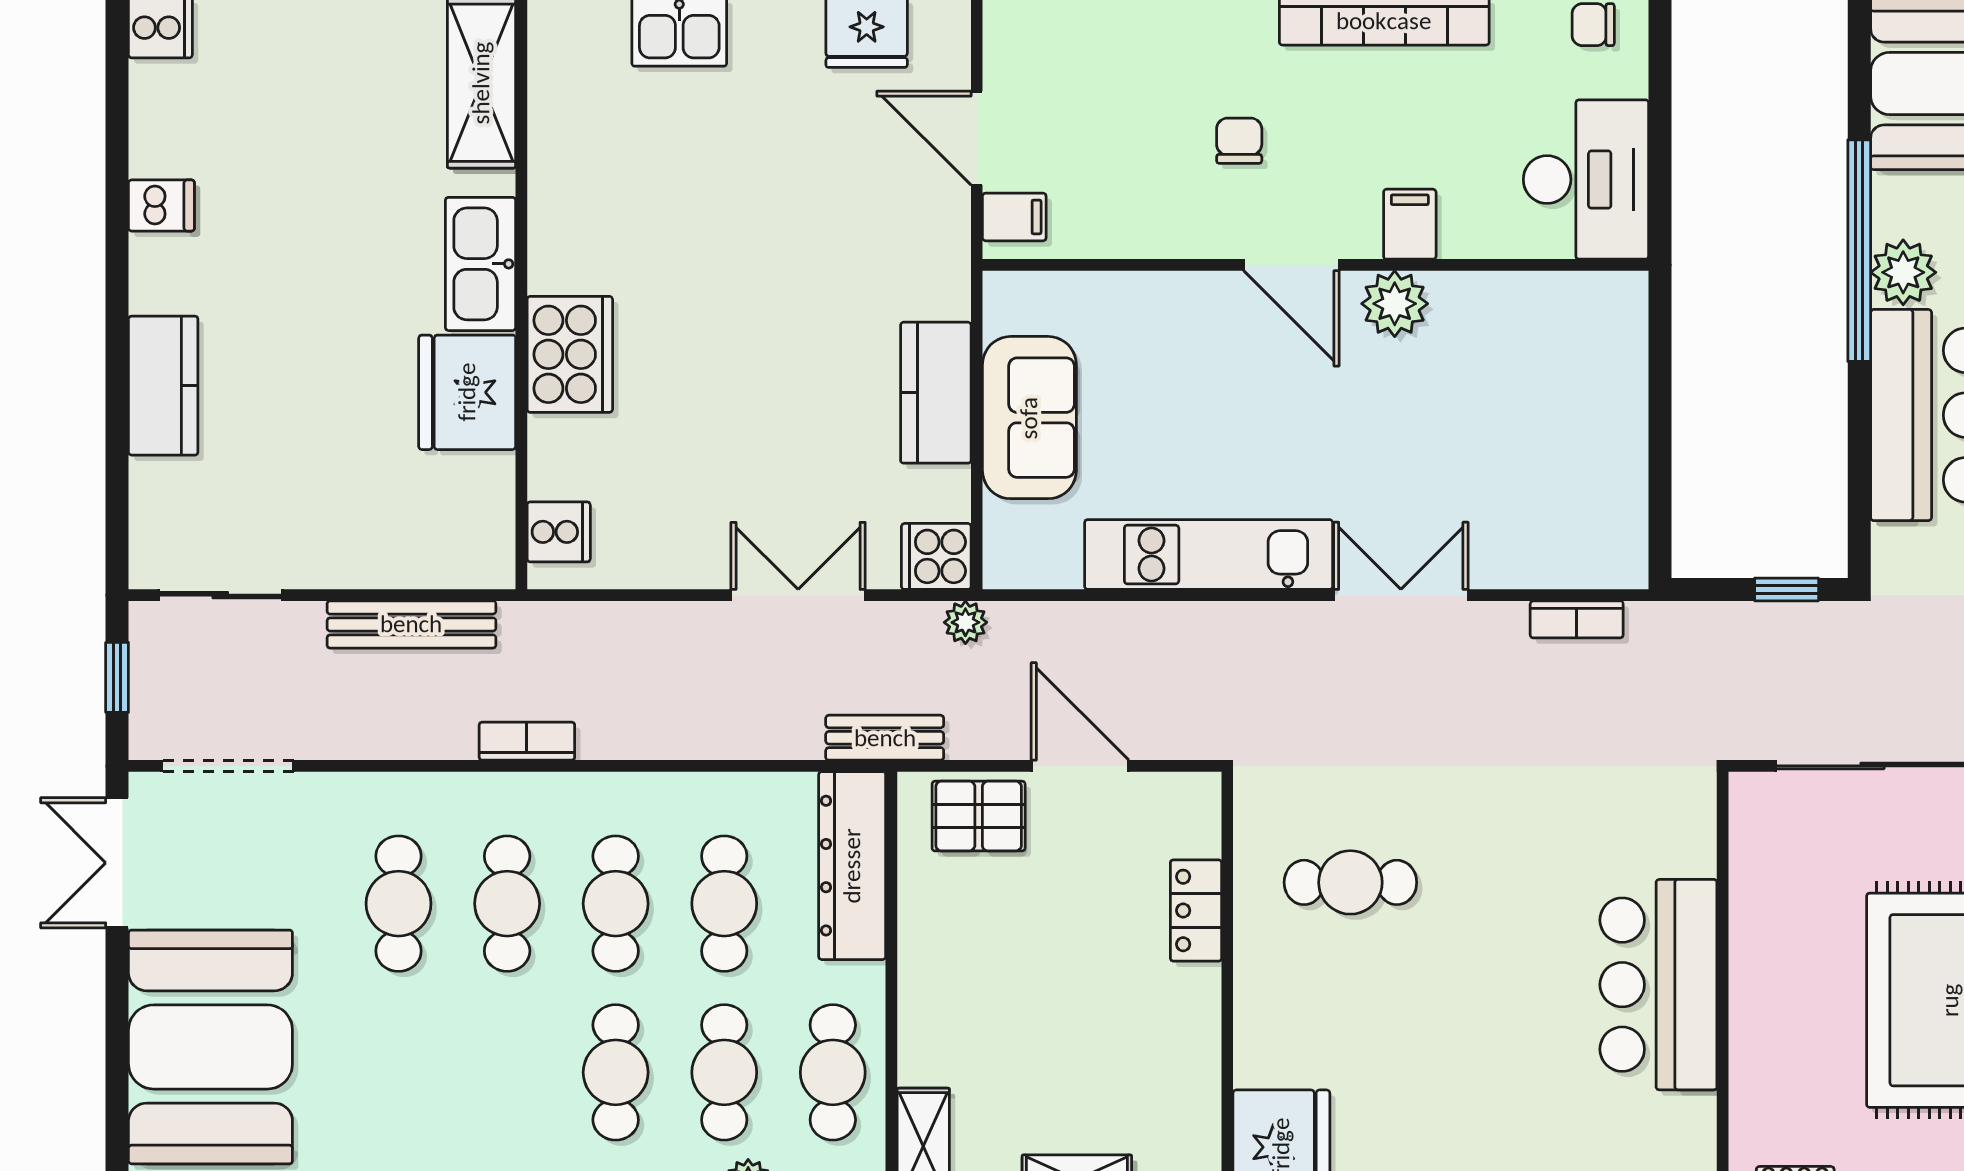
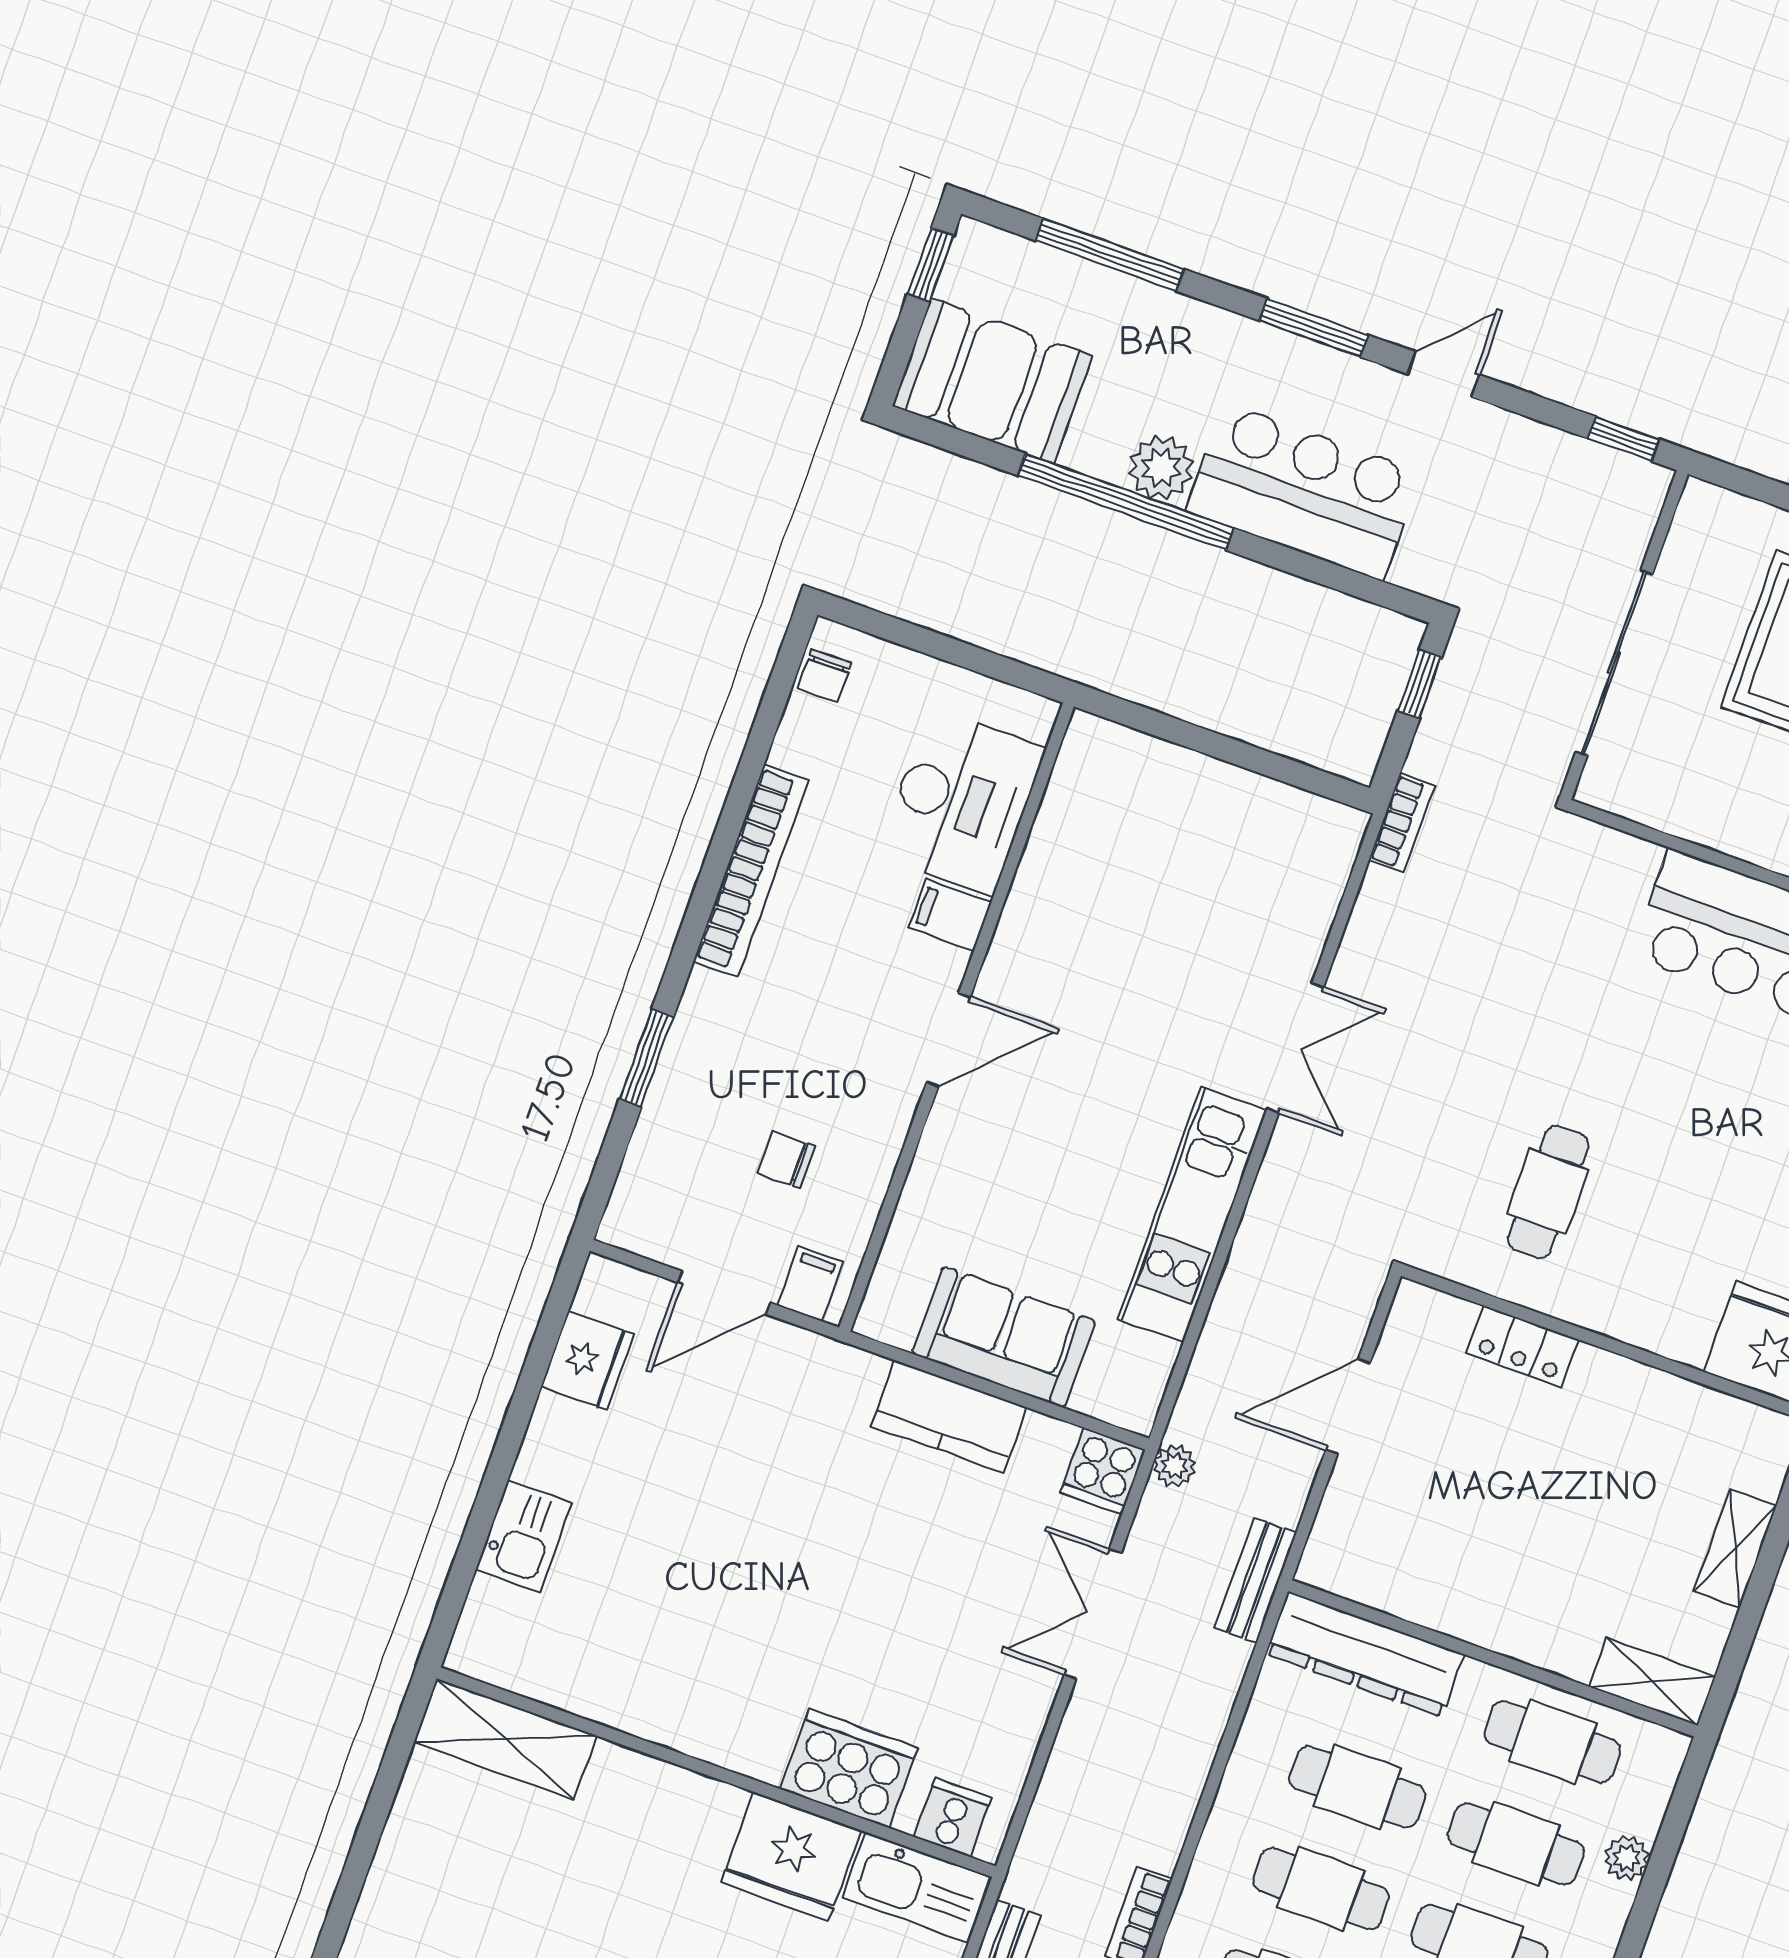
chair: (1239, 141) -> (786, 1160), moved
desk: (1586, 180) -> (961, 802), moved, turned 90
kitchen sink: (481, 264) -> (916, 1887), moved
plant: (1395, 304) -> (1020, 956), removed
cooker: (570, 354) -> (849, 1768), moved
double door: (1401, 595) -> (1295, 1048), swing flipped
bookcase: (1577, 619) -> (1402, 823), moved
pallet: (979, 816) -> (1361, 1519), removed

